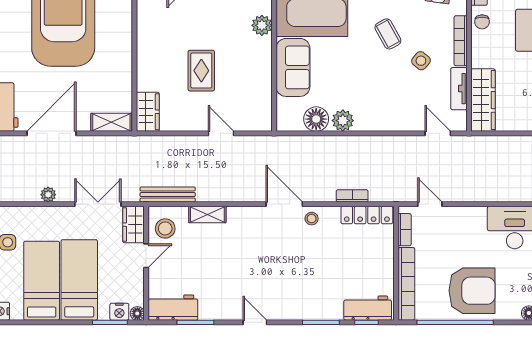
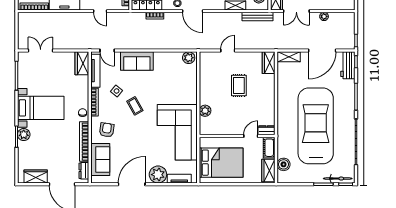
sofa: (293, 67) -> (137, 61), moved, turned -90
tv unit: (459, 89) -> (95, 71), width x1.41
wardrobe: (483, 100) -> (82, 63), width x0.67
floor lamp: (316, 119) -> (175, 59), removed
plant: (343, 121) -> (189, 58), moved
door: (221, 133) -> (228, 51), swing flipped
door: (430, 204) -> (100, 11), moved

